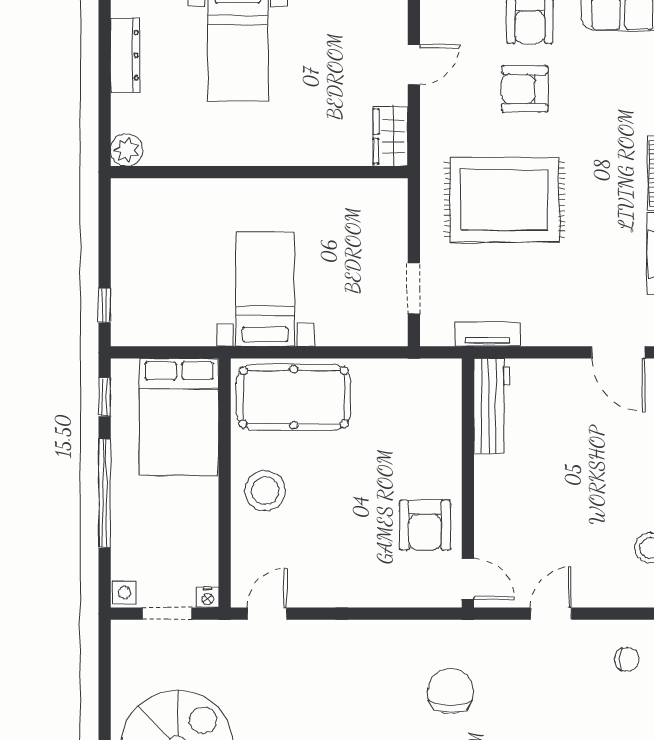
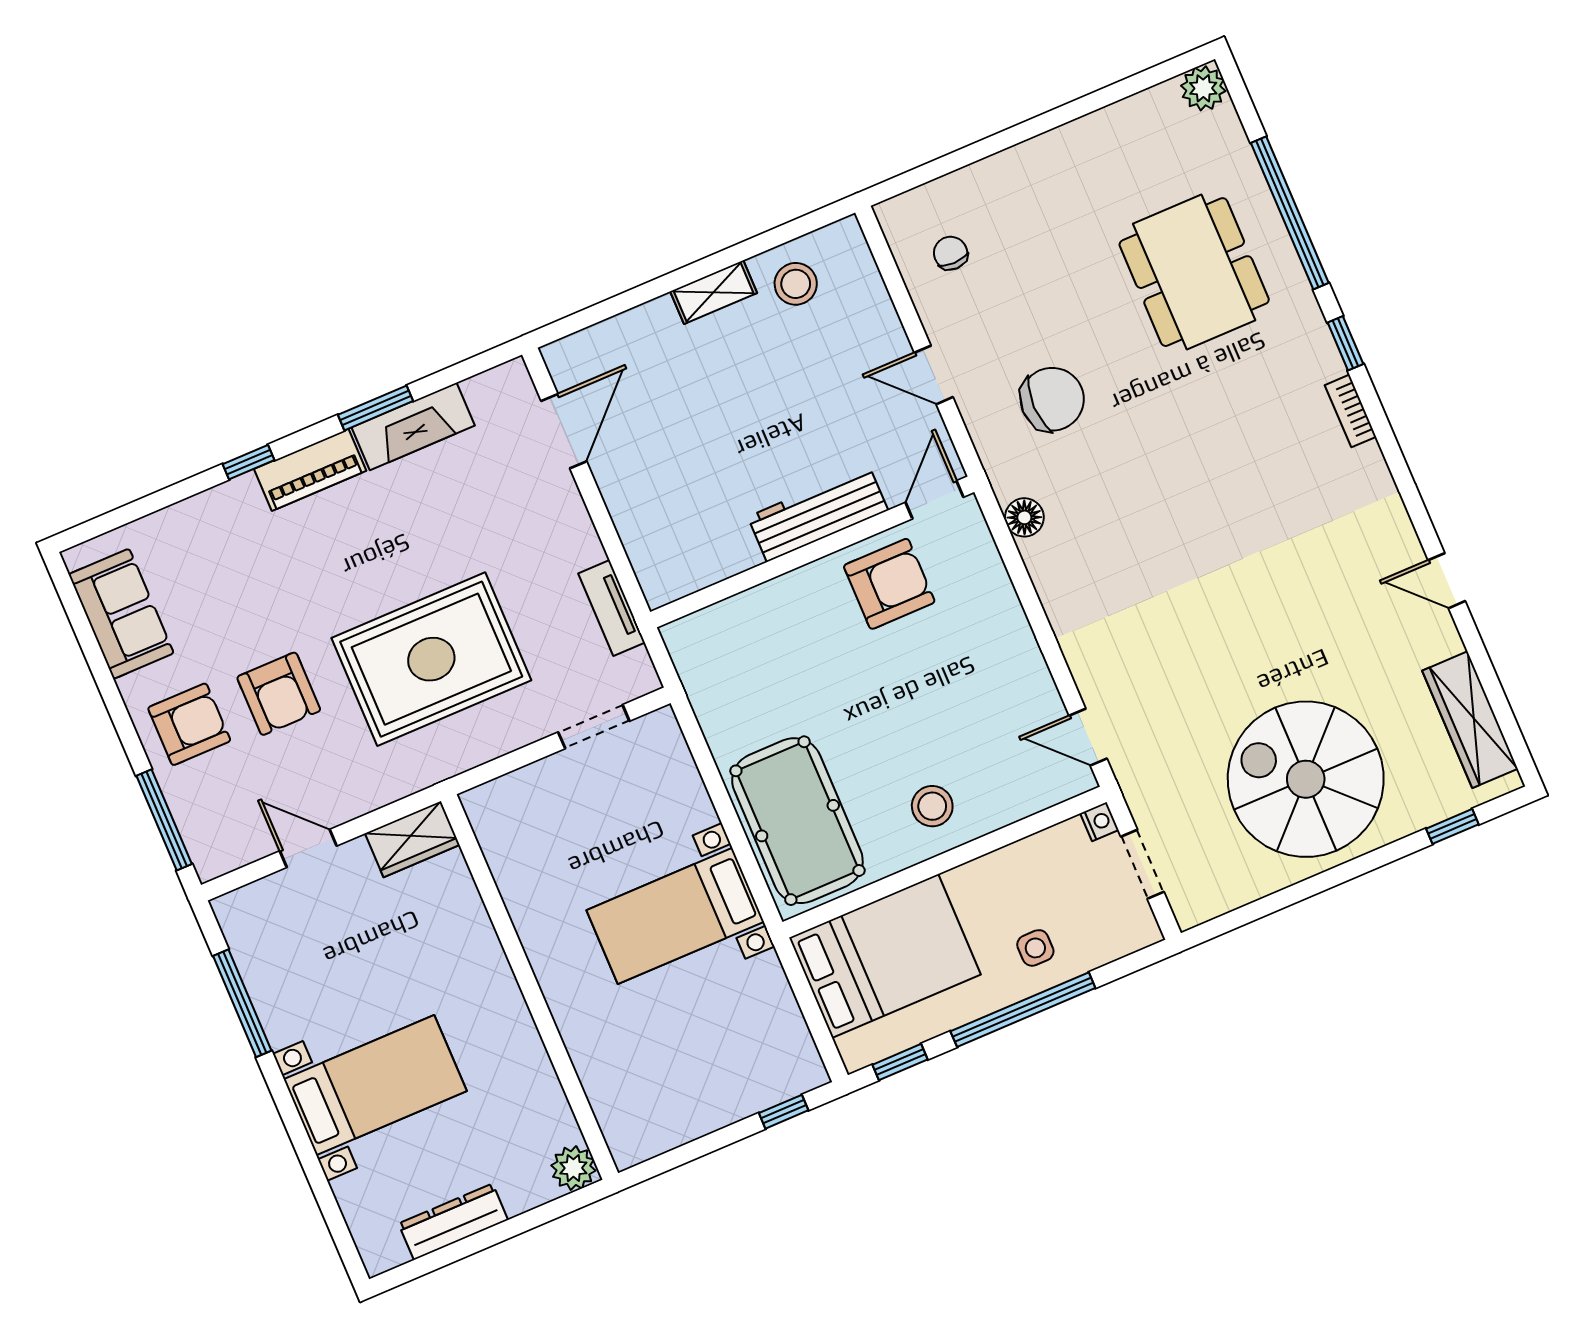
rug: (505, 200) -> (431, 659), turned 90
workbench: (492, 406) -> (818, 514), moved
stool: (265, 491) -> (932, 806), width x0.73, depth x0.73
side table: (125, 593) -> (1035, 948), moved
floor lamp: (431, 634) -> (1024, 517), added
chair: (451, 691) -> (1052, 399), moved, turned 180

